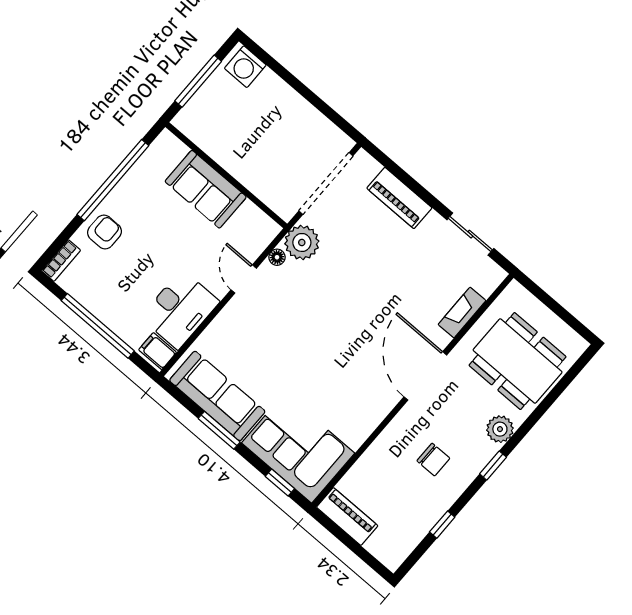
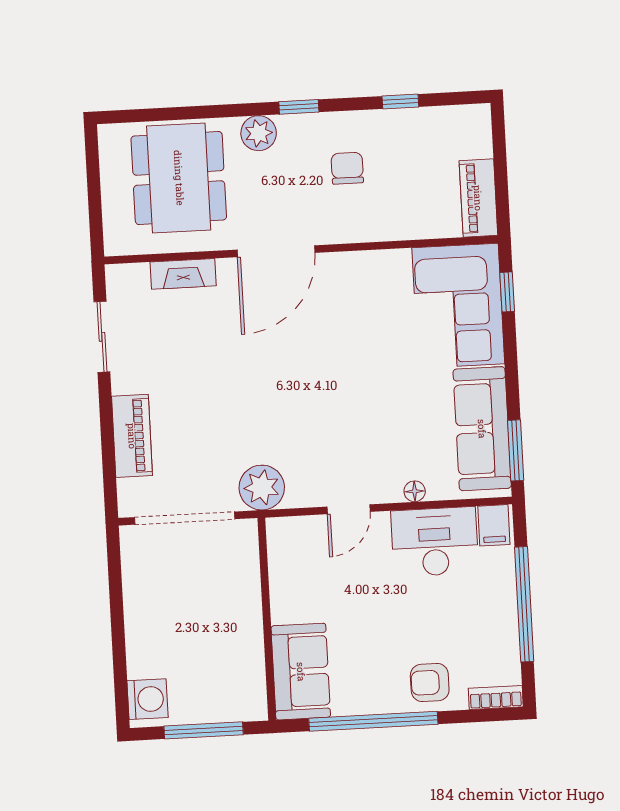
sofa: (206, 189) -> (301, 672), moved
floor lamp: (277, 257) -> (415, 491), moved
window: (219, 430) -> (516, 450), moved

